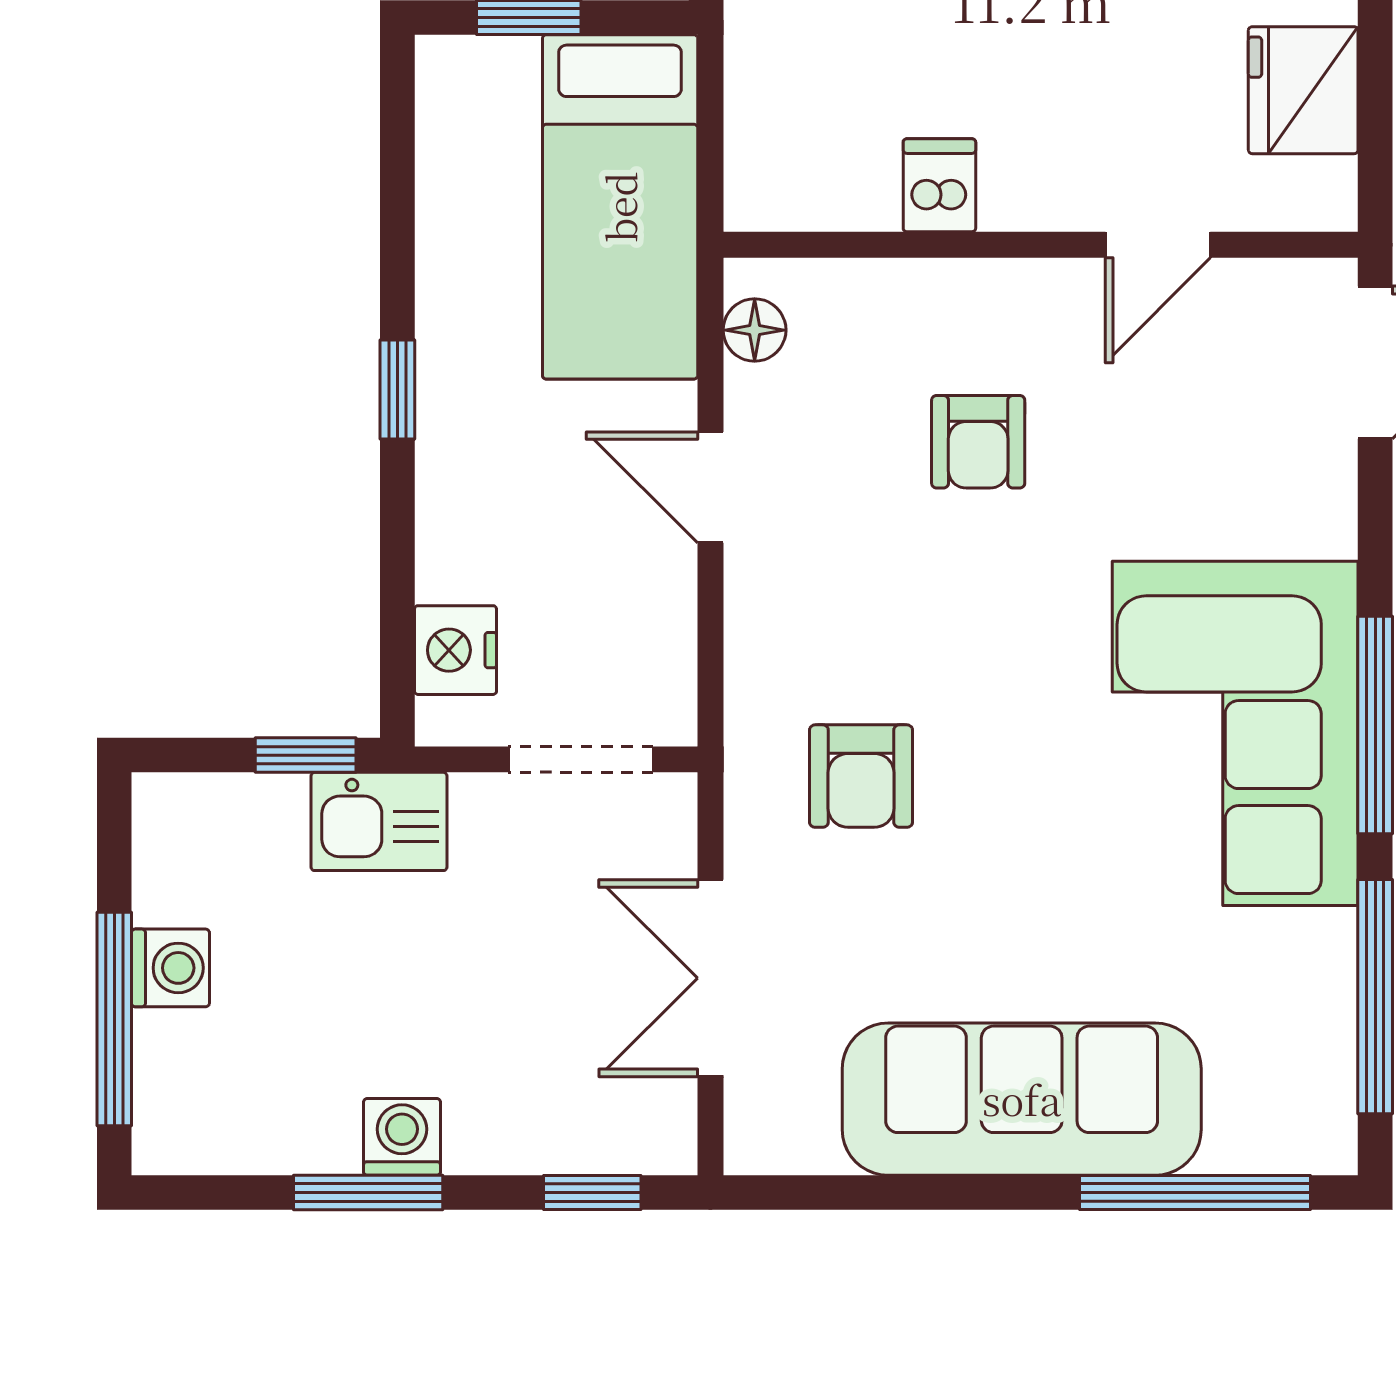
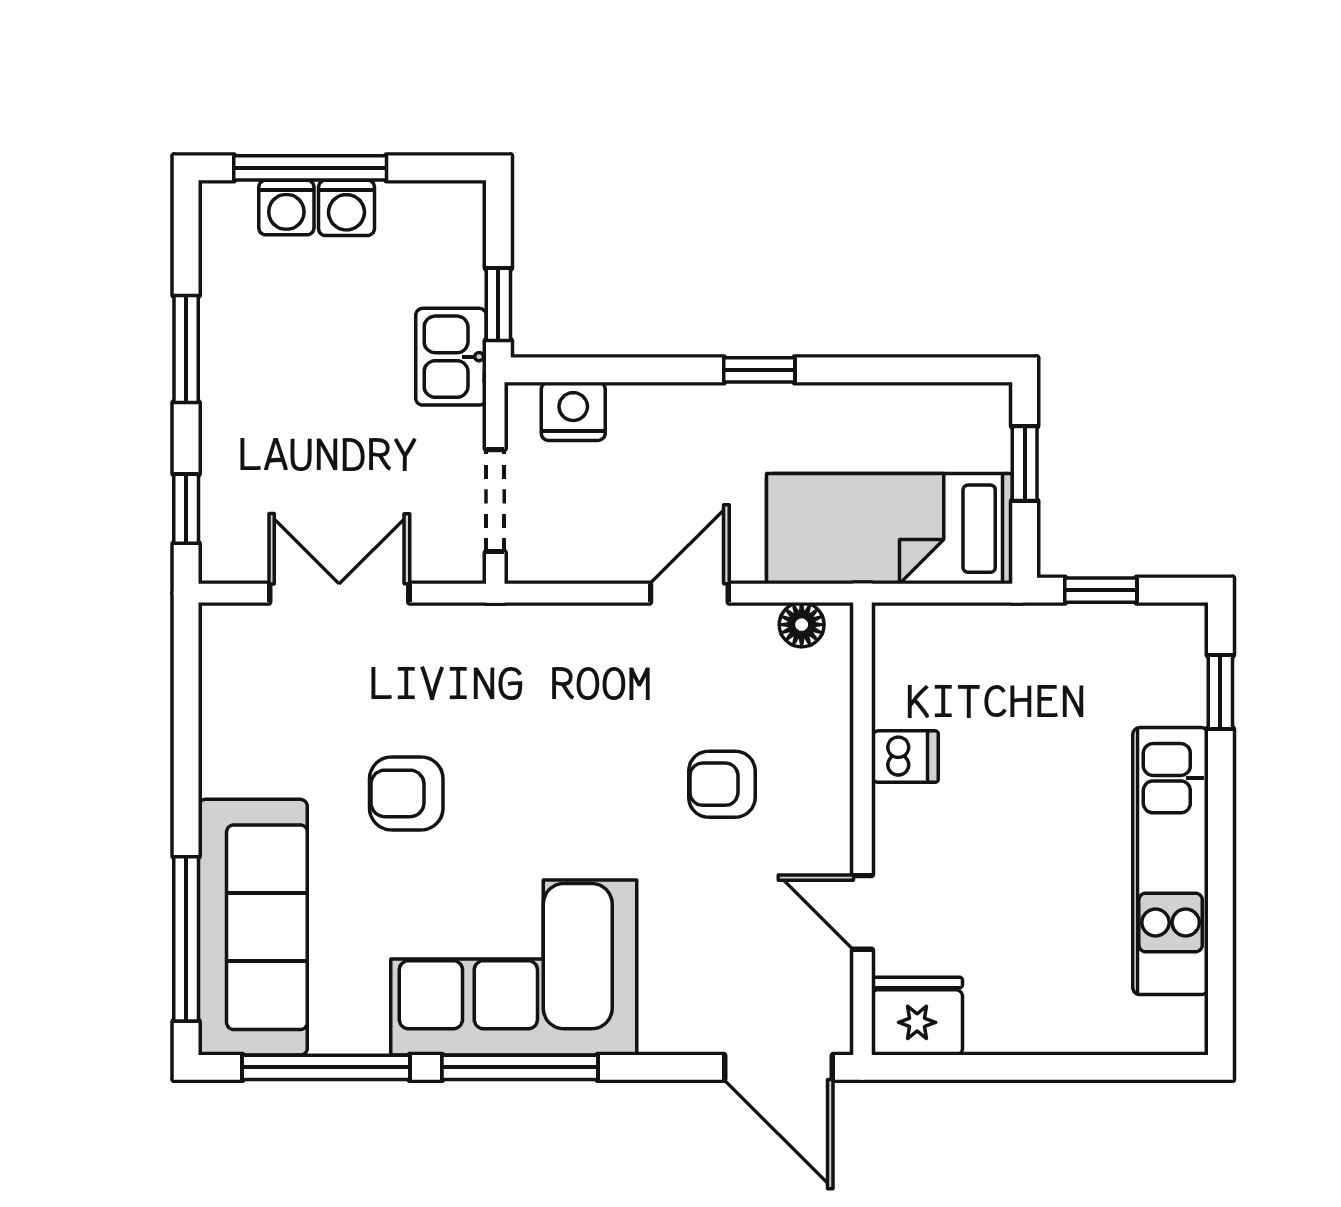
fridge: (1303, 90) -> (917, 1016), moved
armchair: (861, 776) -> (406, 793), moved
sofa: (1022, 1099) -> (253, 927), moved
washing machine: (402, 1137) -> (286, 208), moved, turned 90

